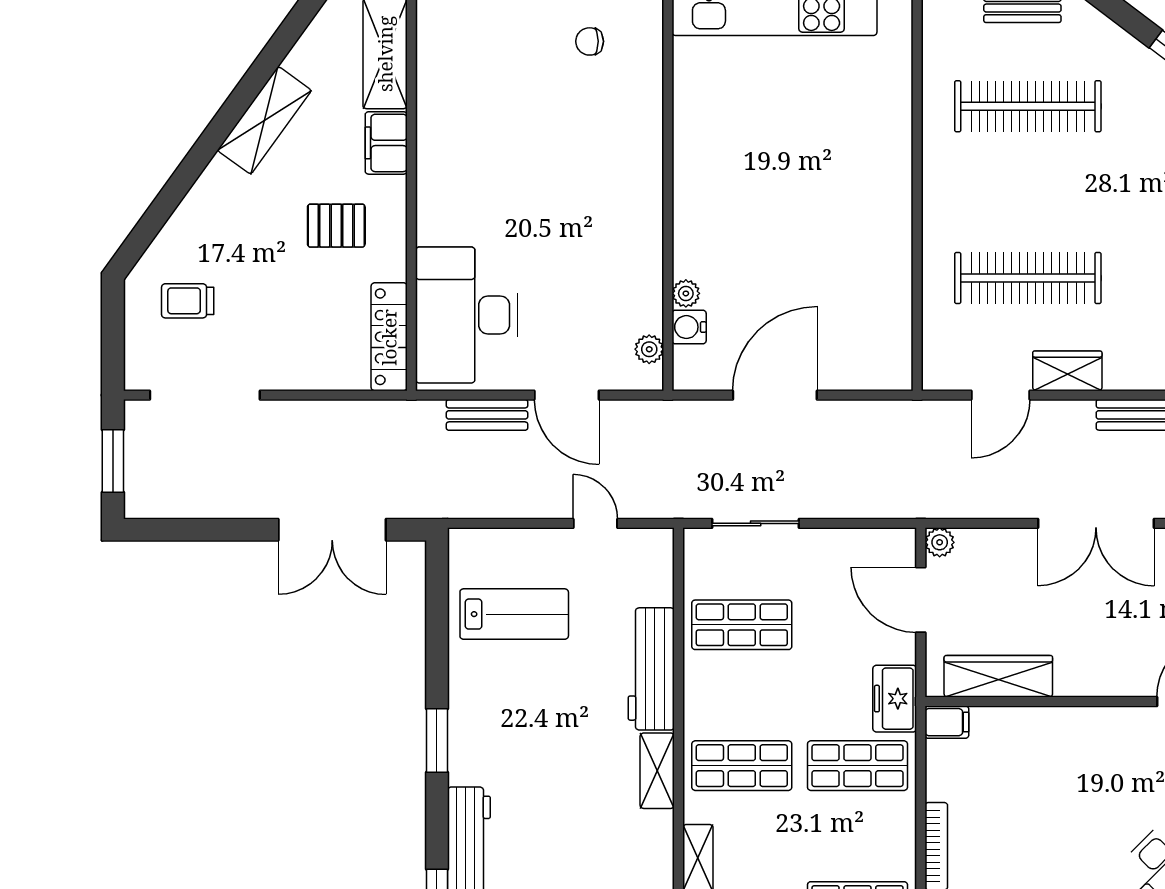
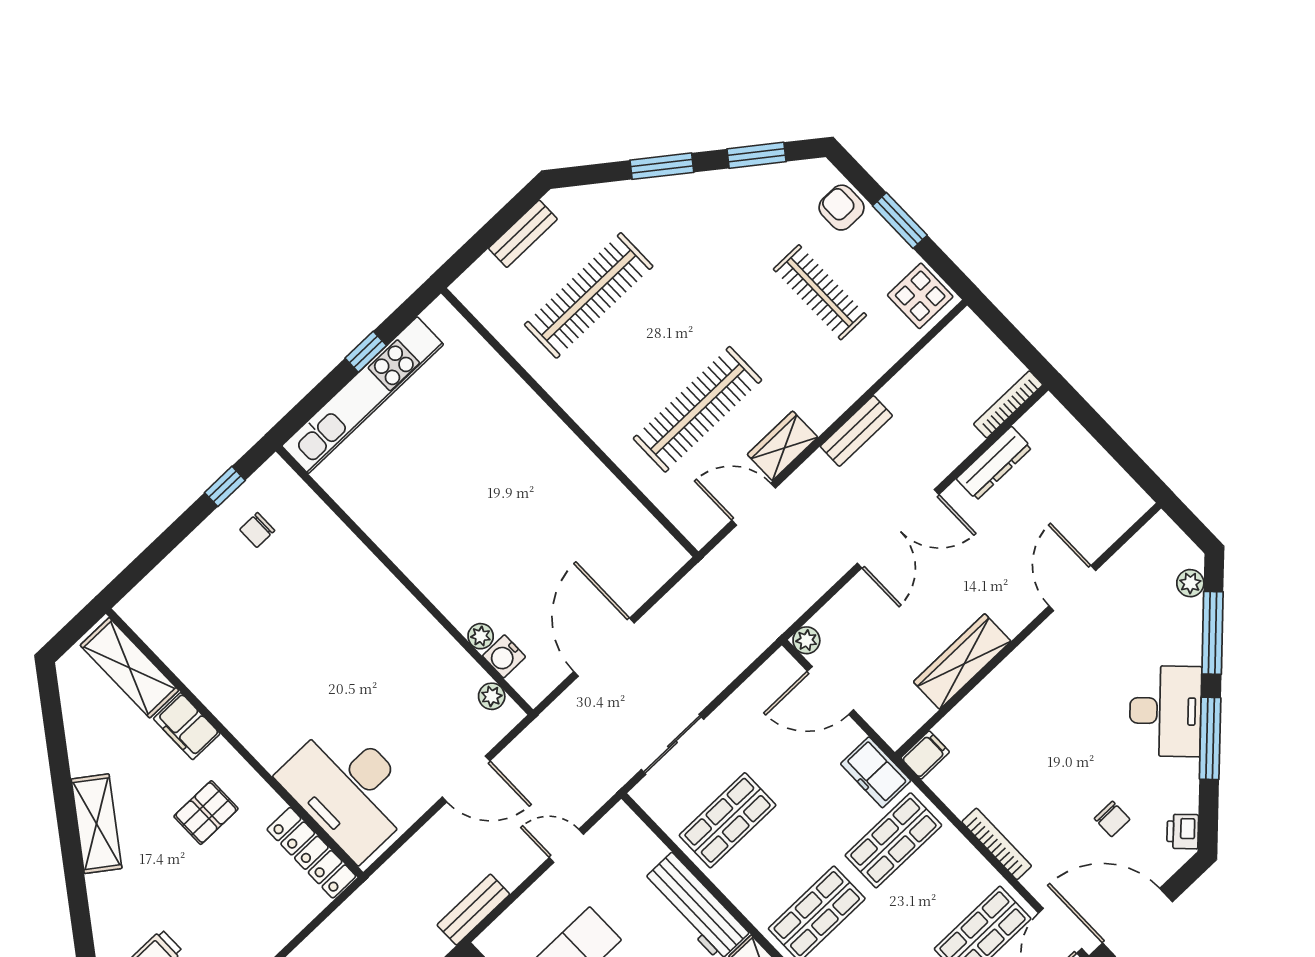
shelving: (264, 120) -> (97, 824), moved
door: (1001, 395) -> (754, 504), swing flipped
bench: (487, 415) -> (473, 910), moved
wardrobe: (998, 676) -> (962, 661), moved

